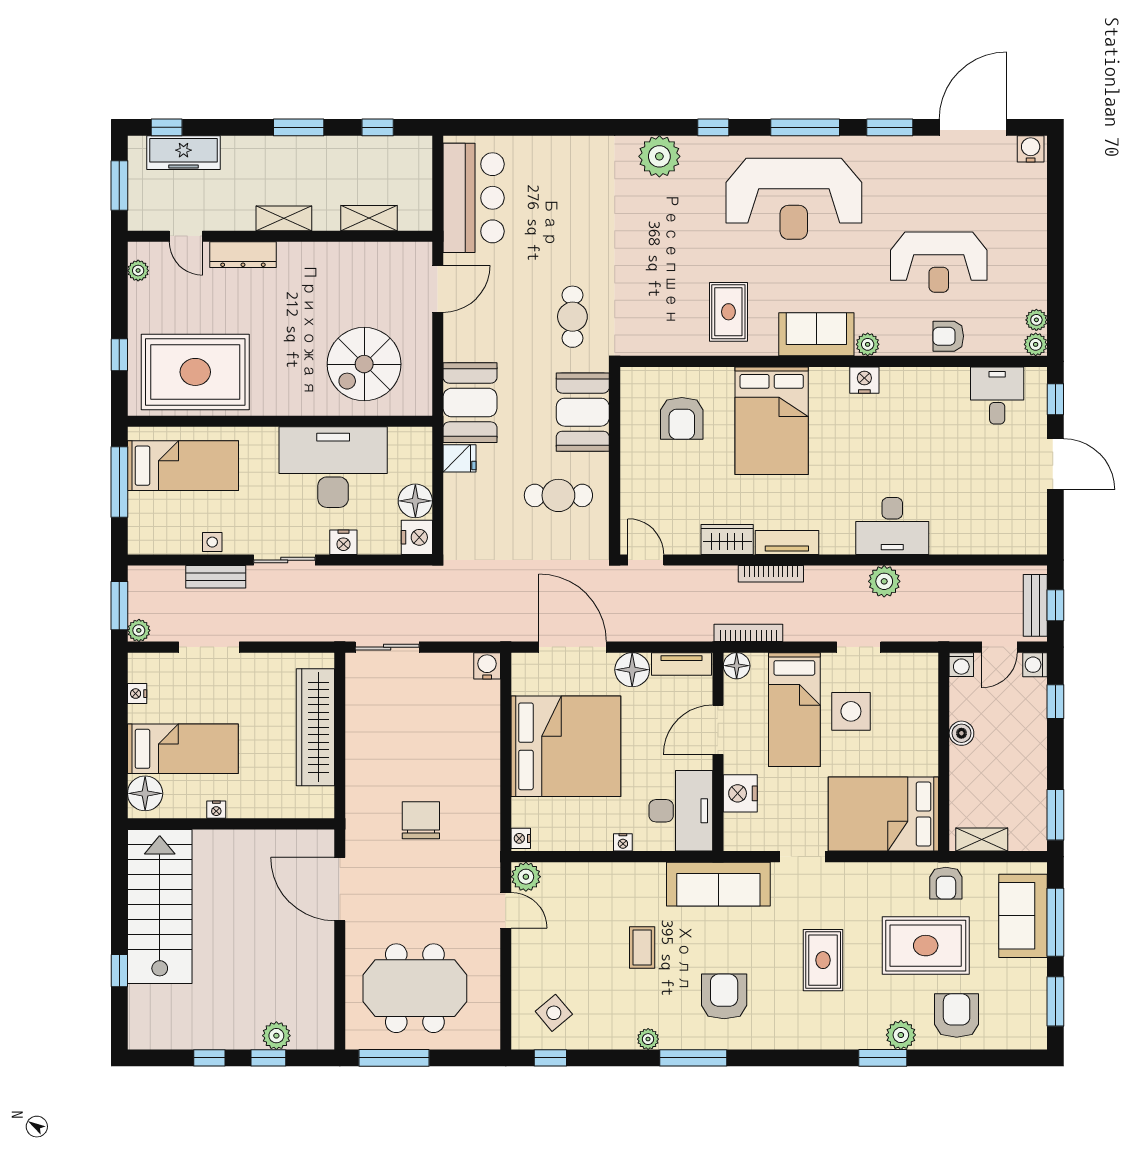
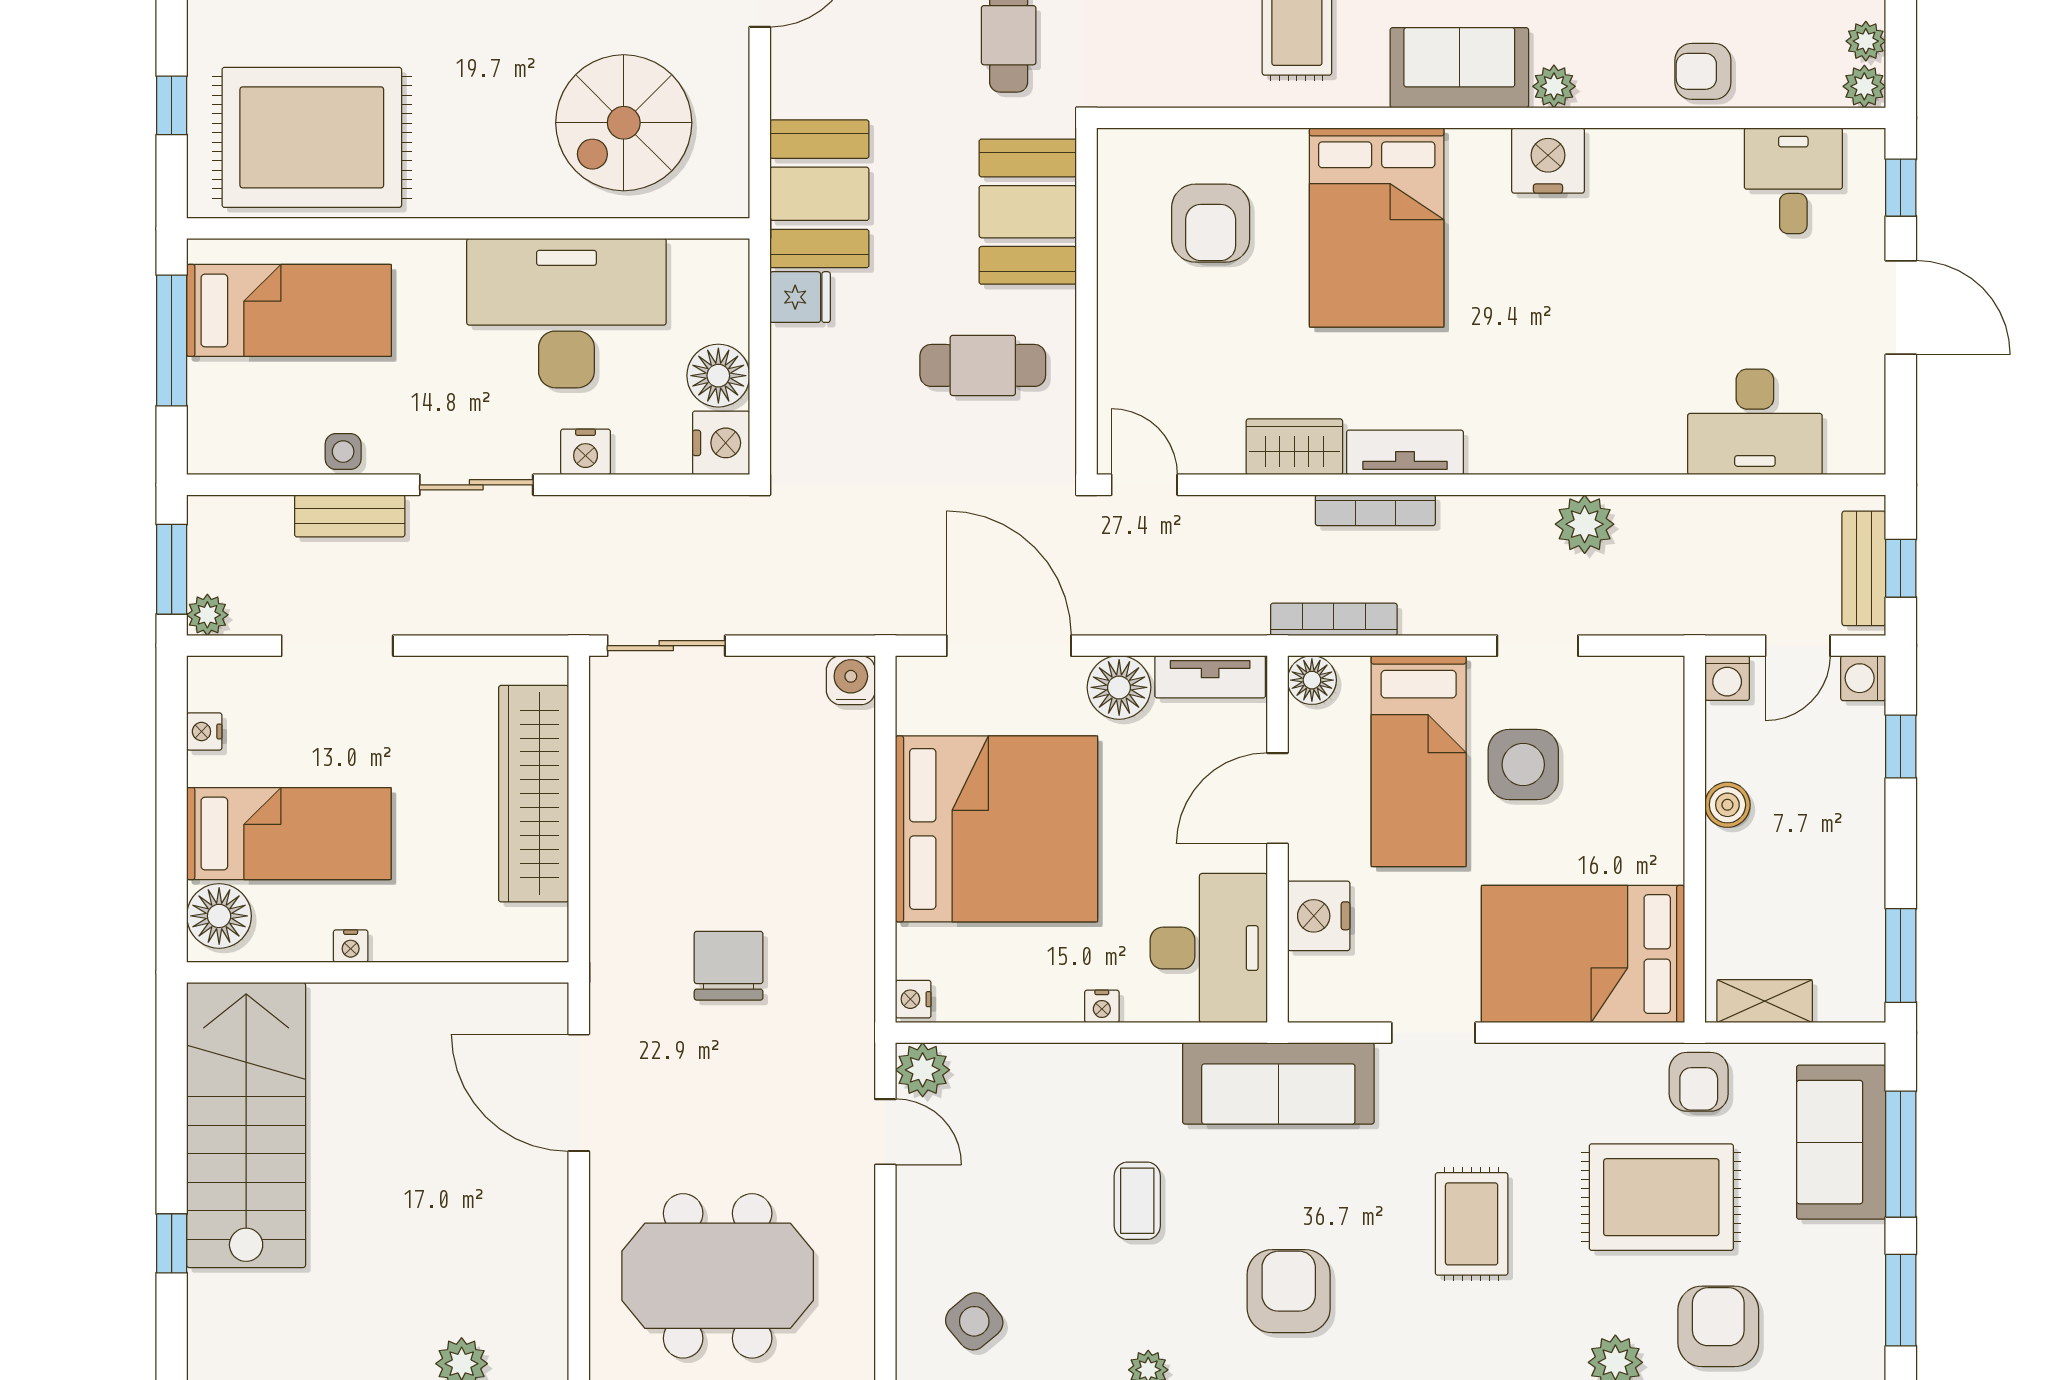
nightstand: (864, 380) -> (1548, 160), width x1.36, depth x1.33
desk: (892, 526) -> (1755, 422), moved

